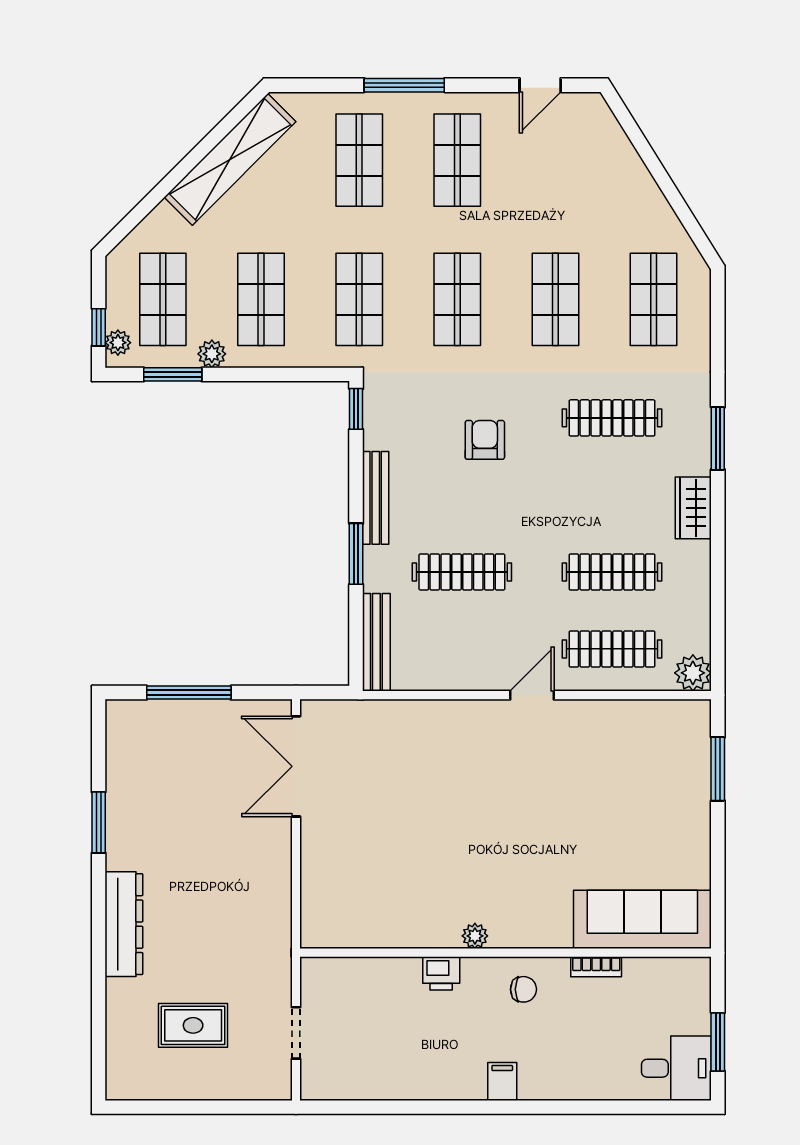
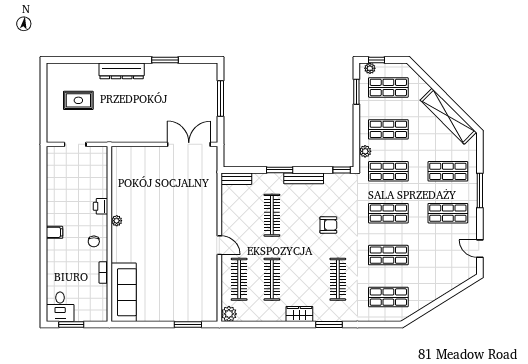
plant: (212, 354) -> (365, 151), moved
bench: (376, 642) -> (236, 179), width x0.73
rug: (193, 1025) -> (78, 100), turned 90

